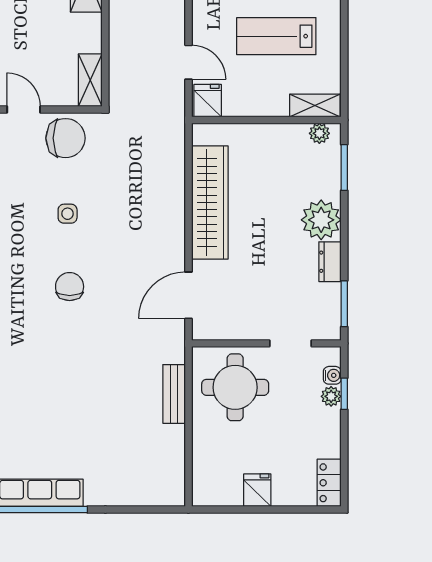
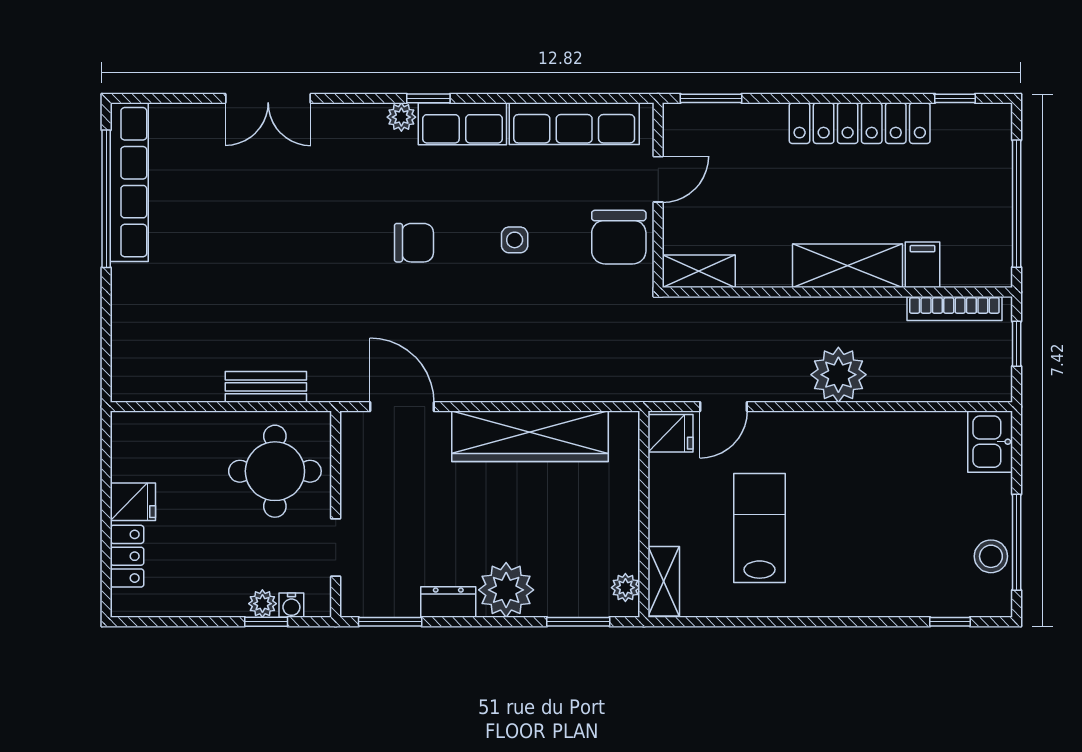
locker: (329, 483) -> (127, 556), moved, turned 90

